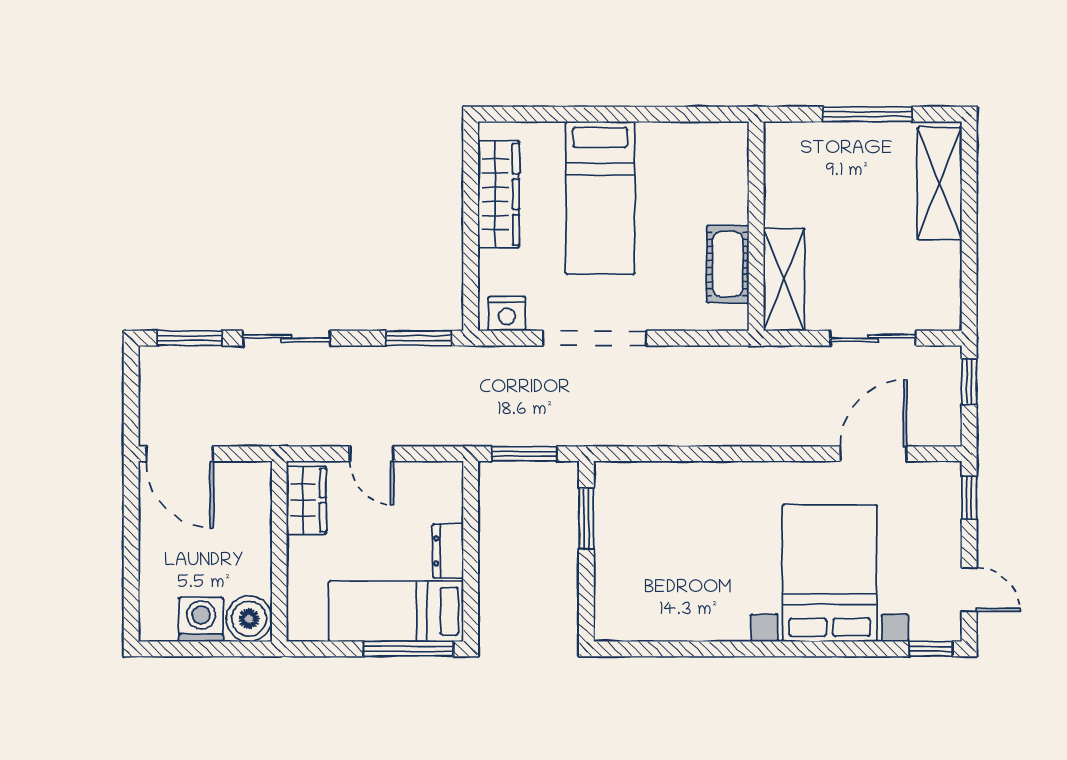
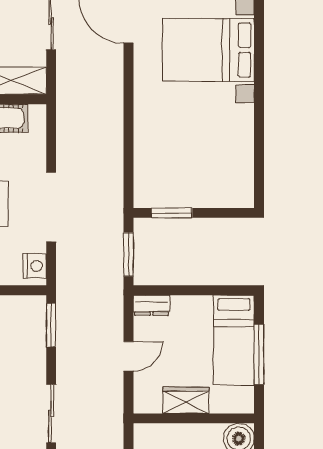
wardrobe: (306, 500) -> (186, 400), moved
dresser: (448, 551) -> (151, 305), moved
window: (408, 649) -> (259, 354), moved

